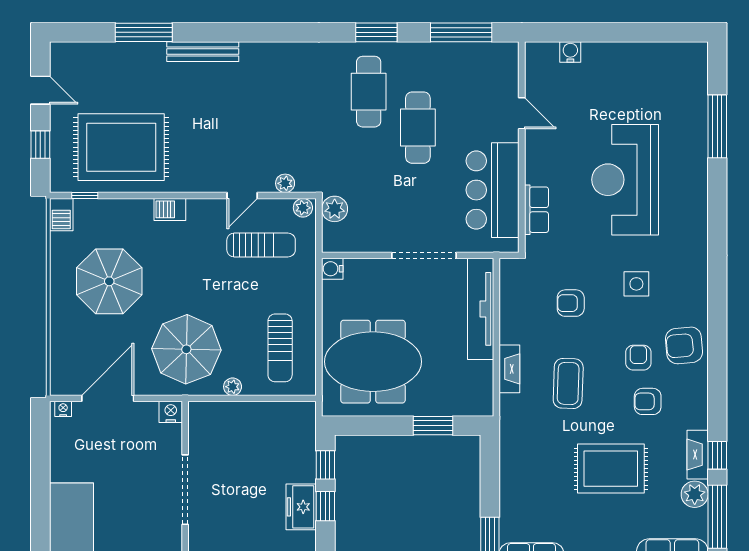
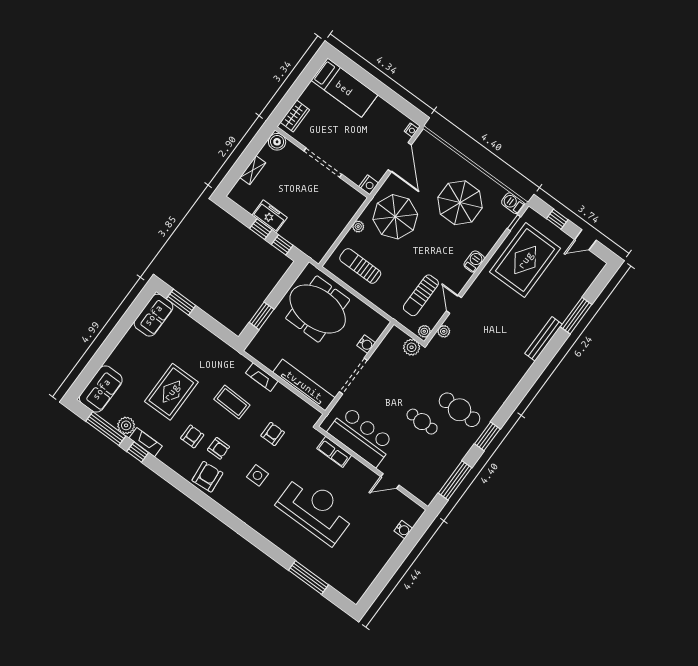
cafe table: (418, 128) -> (422, 422), width x0.73, depth x0.74
water cooler: (332, 269) -> (366, 344), moved, turned 90
meeting table: (373, 362) -> (318, 309), turned 90

